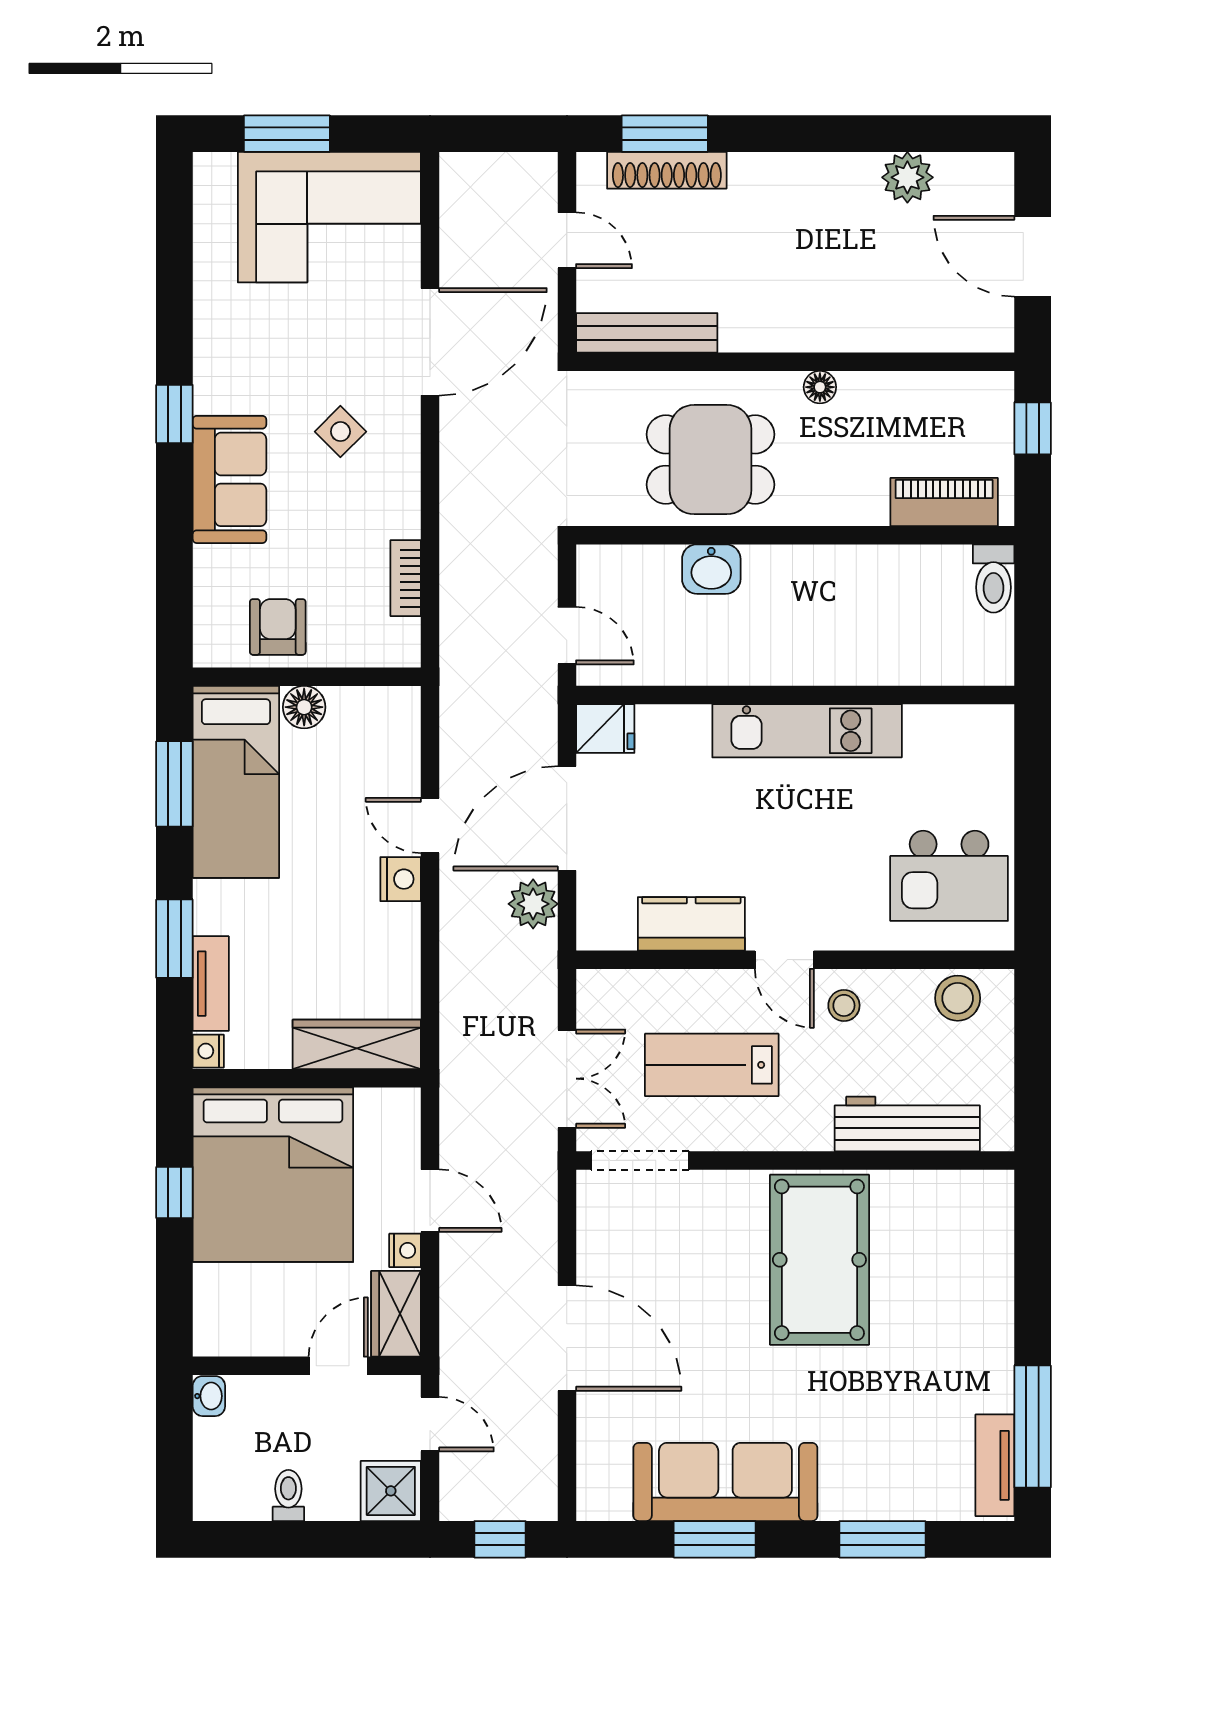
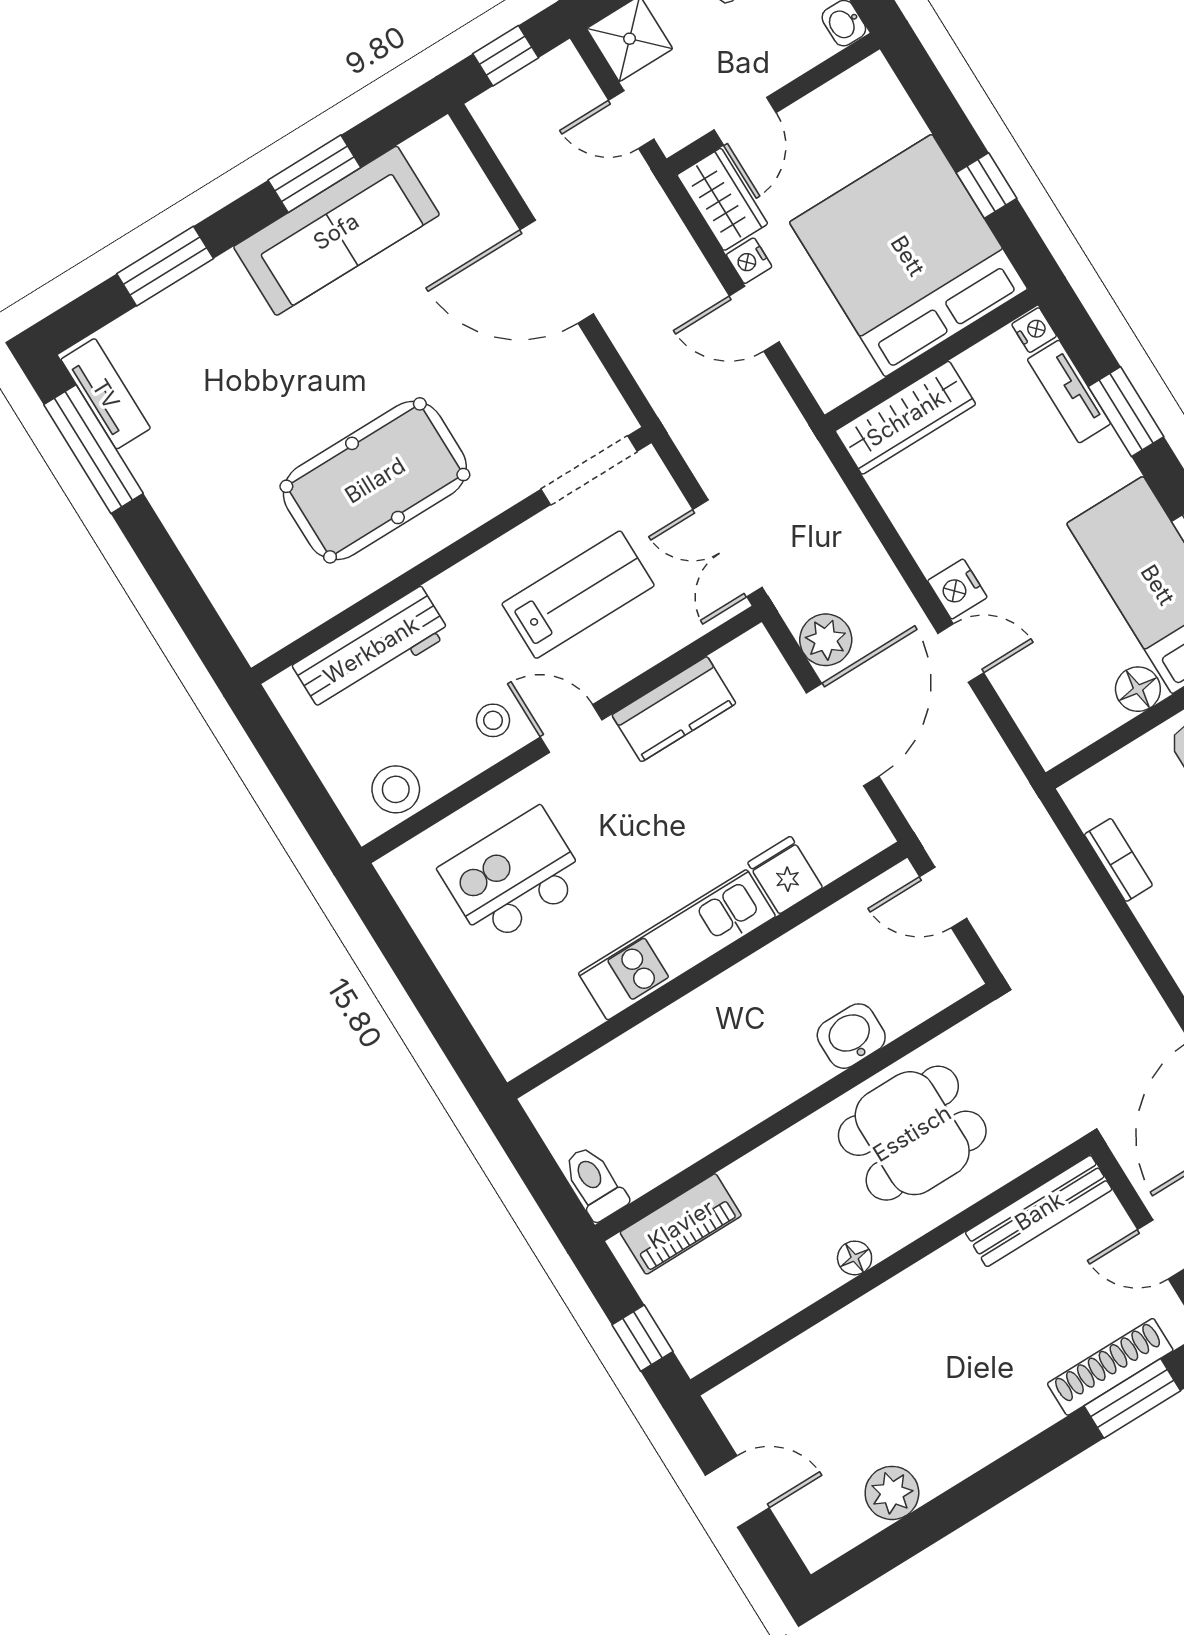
door: (1033, 256) -> (737, 1491), width x0.73
fridge: (605, 729) -> (785, 875), moved, turned 90
kitchen island: (949, 876) -> (513, 876), moved
double door: (567, 1079) -> (728, 548), moved
pool table: (819, 1260) -> (375, 480), turned 90

